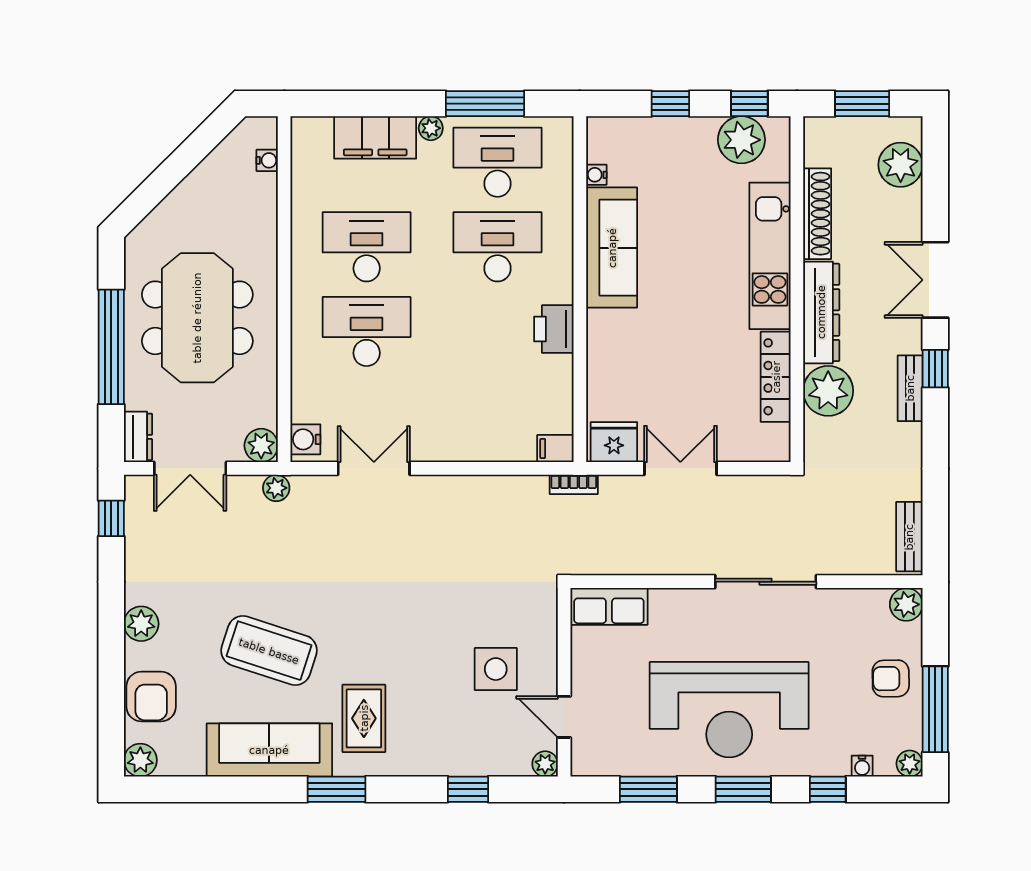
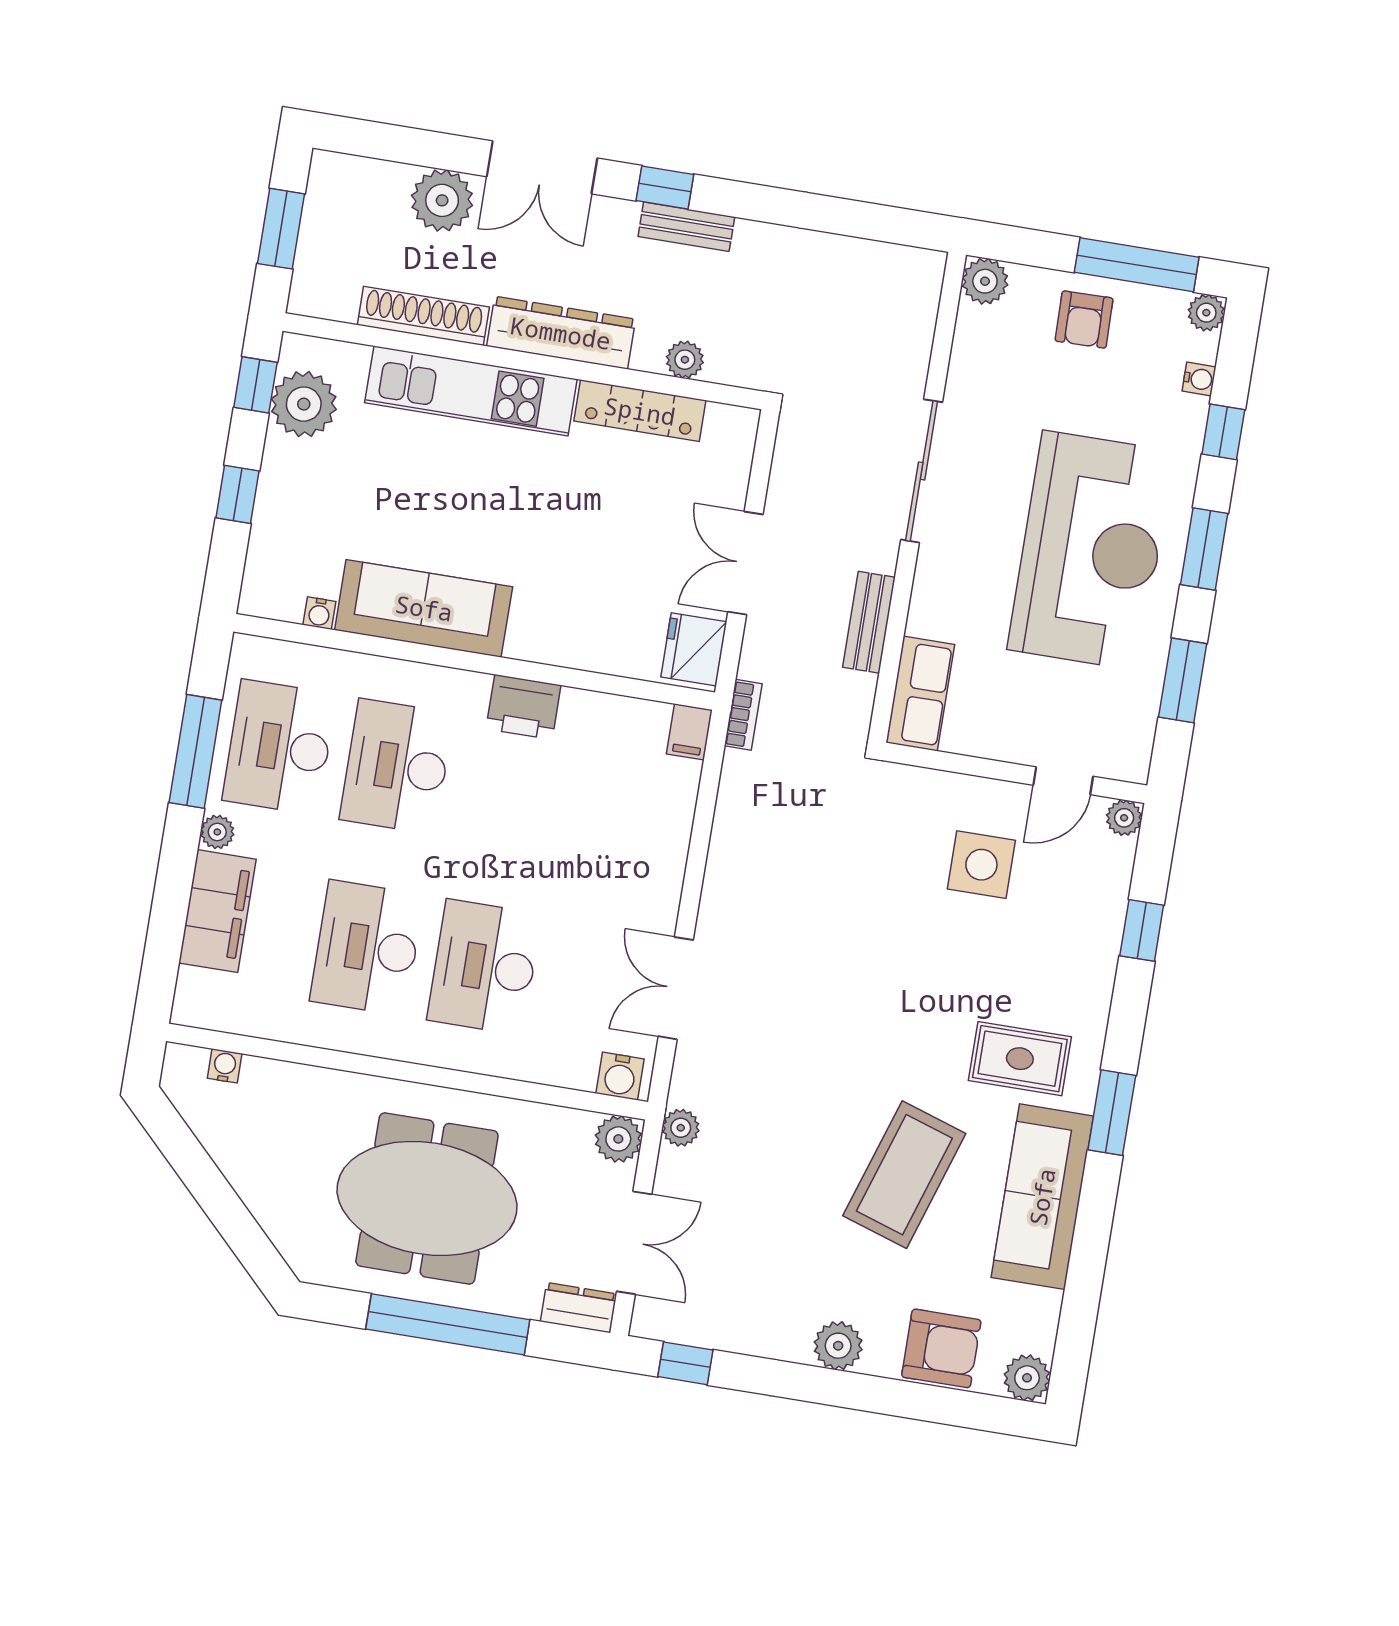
plant: (901, 165) -> (442, 200), moved
plant: (828, 391) -> (685, 360), width x0.53, depth x0.53
bench: (909, 537) -> (869, 622), moved, turned 90

